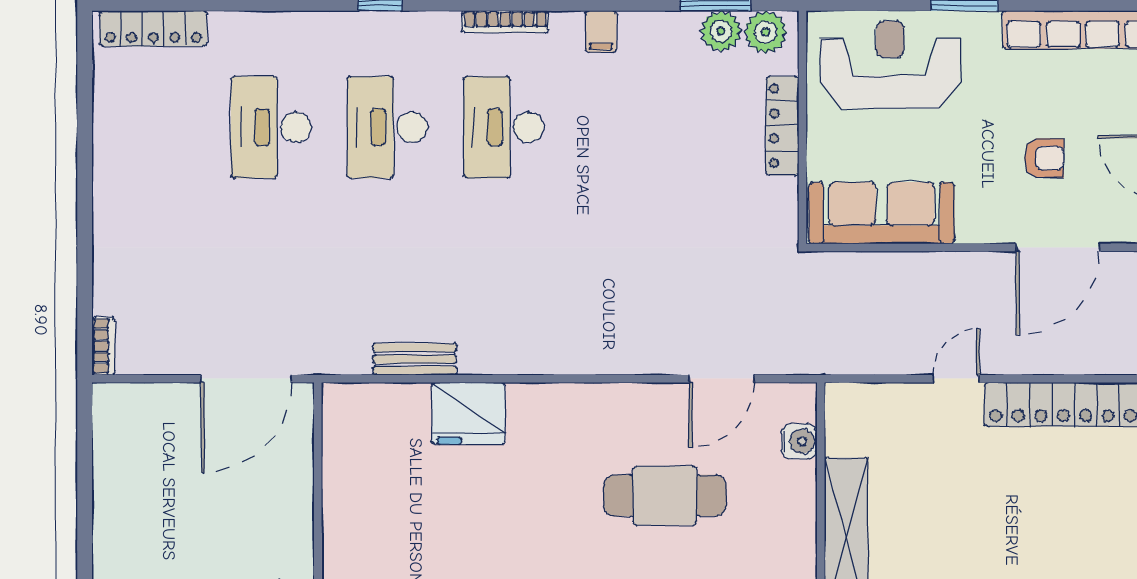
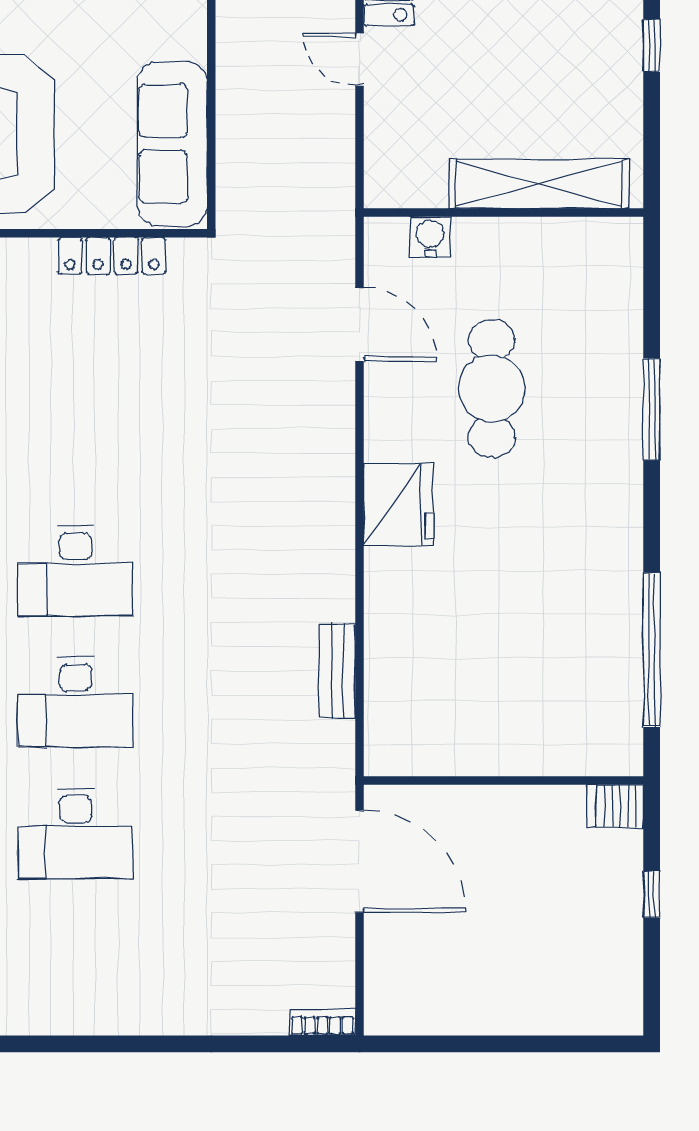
locker: (782, 126) -> (112, 256), moved
fridge: (468, 413) -> (399, 504), moved

